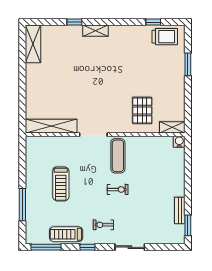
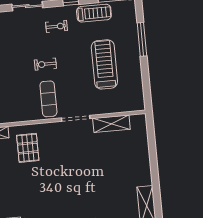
shelving: (51, 126) -> (111, 124), width x0.68
treadmill: (61, 184) -> (104, 64), width x1.37, depth x1.38

